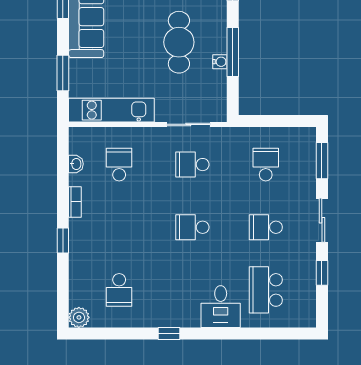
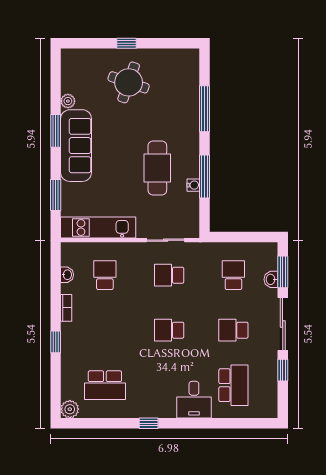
washbasin: (308, 169) -> (271, 279), added
sliding door: (322, 220) -> (283, 324), width x1.37
school desk: (119, 290) -> (105, 385), width x1.85
school desk: (266, 290) -> (233, 385), turned 180

